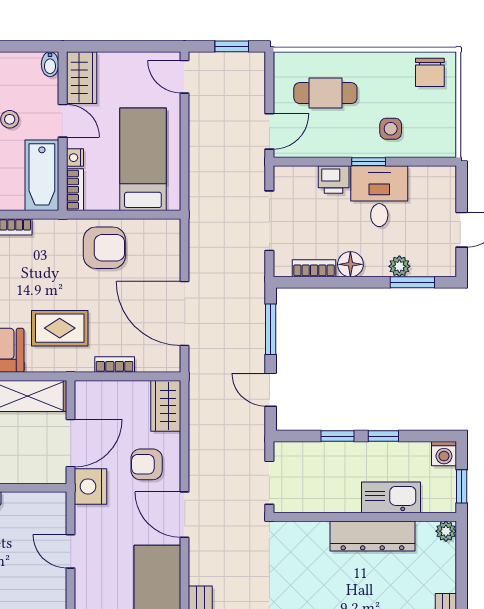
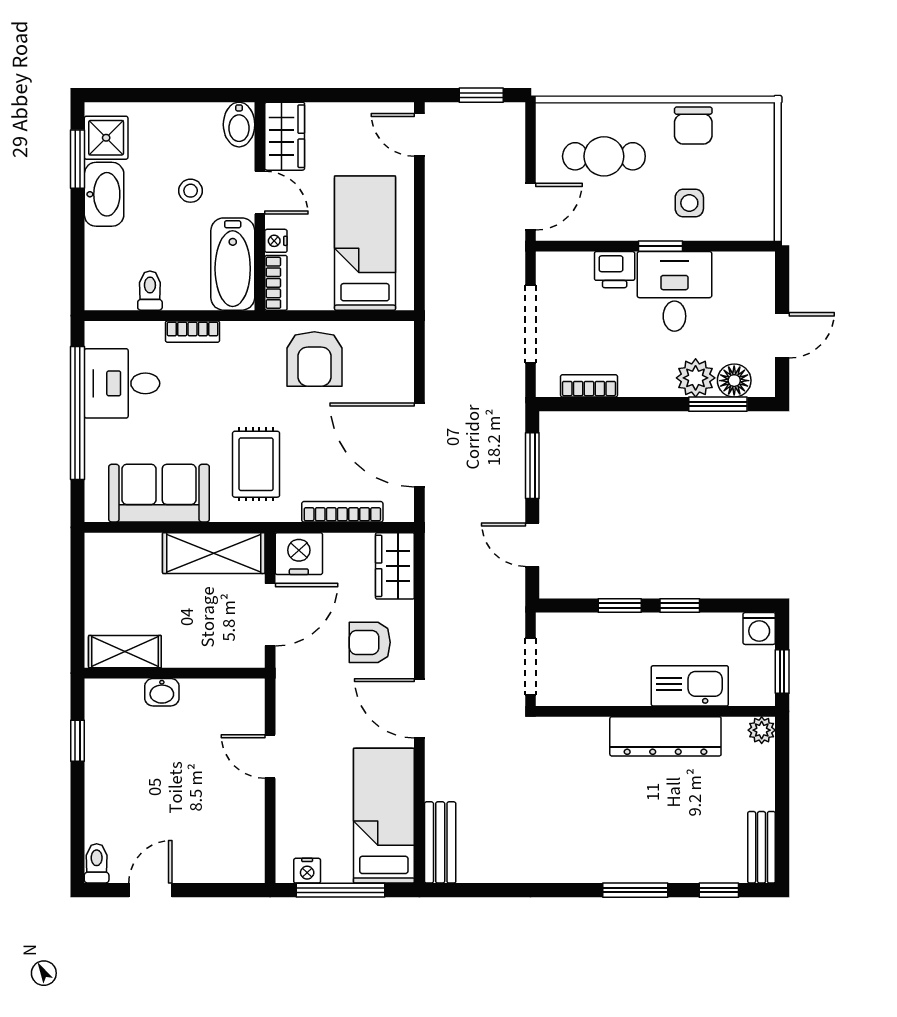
bidet: (50, 64) -> (239, 125), width x1.38, depth x1.36
chair: (430, 72) -> (693, 126), moved
armchair: (104, 248) -> (314, 359), turned 90
floor lamp: (350, 264) -> (734, 381), moved
plant: (399, 266) -> (696, 378), width x1.38, depth x1.38
rug: (60, 328) -> (256, 464), turned 90
bookcase: (115, 365) -> (342, 512), width x1.56
nightstand: (91, 486) -> (299, 554), moved, turned 90

